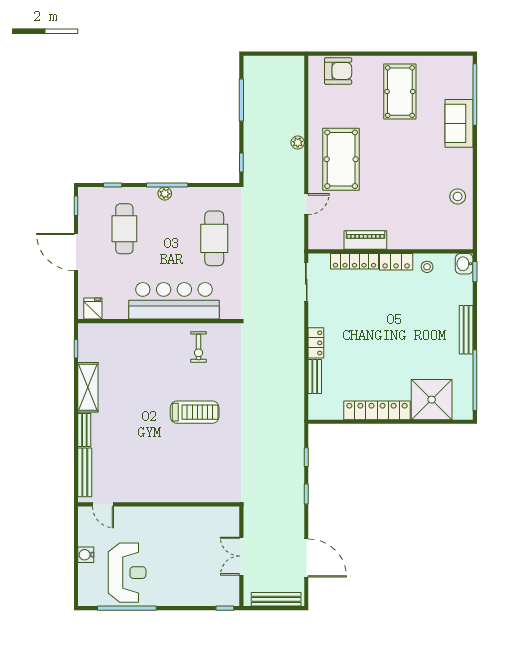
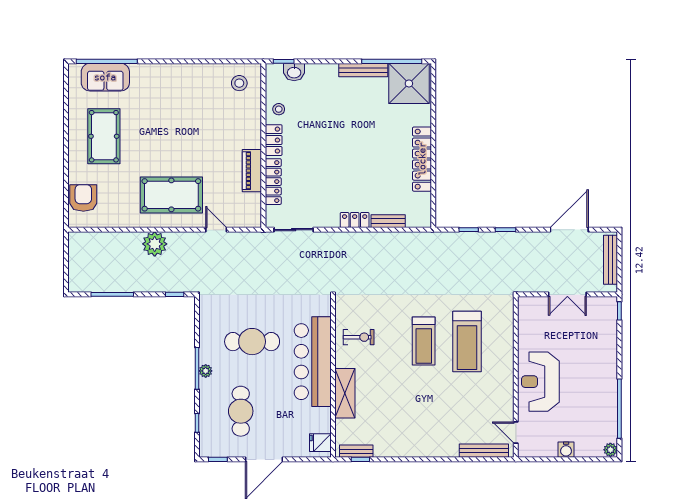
pool table: (400, 92) -> (104, 136), turned 90
sofa: (459, 123) -> (105, 77), moved
plant: (298, 142) -> (155, 244), width x1.88, depth x1.88
stool: (458, 196) -> (239, 83), moved
cafe table: (124, 229) -> (241, 411), turned 90
cafe table: (214, 238) -> (252, 342), moved
washbasin: (464, 264) -> (294, 72), moved
bench: (466, 330) -> (363, 70), moved
shelving: (88, 387) -> (345, 393), moved, turned 90
shower: (432, 400) -> (409, 83), moved
treadmill: (195, 412) -> (424, 341), turned 180
bench: (84, 430) -> (356, 451), moved
treadmill: (194, 456) -> (467, 342), added
door: (103, 504) -> (516, 432), swing flipped
reception desk: (127, 573) -> (540, 382), moved, turned -90
plant: (86, 599) -> (610, 450), added

